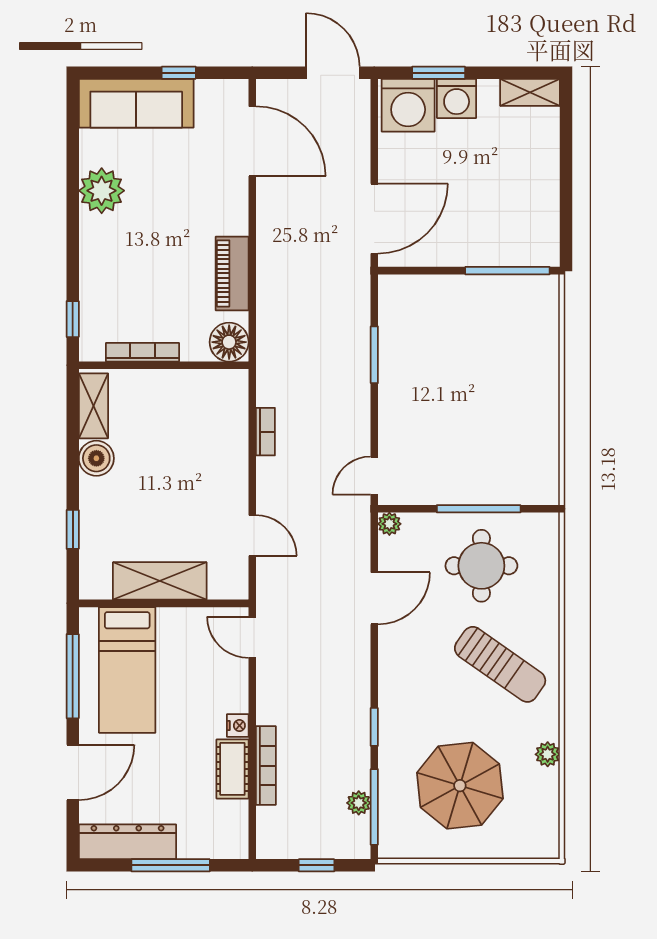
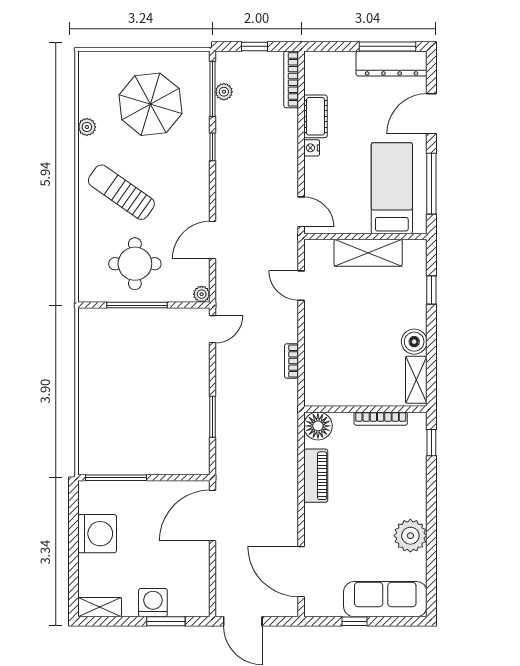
washing machine: (408, 105) -> (97, 534), moved, turned 90
bookcase: (266, 766) -> (291, 79), moved
window: (171, 865) -> (387, 46), moved

